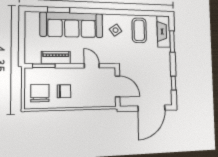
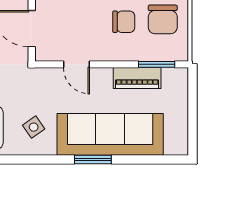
window: (59, 10) -> (93, 160), moved
chair: (64, 91) -> (124, 22), turned 180

